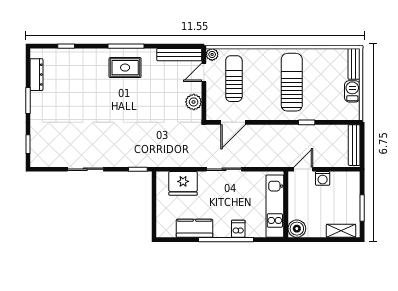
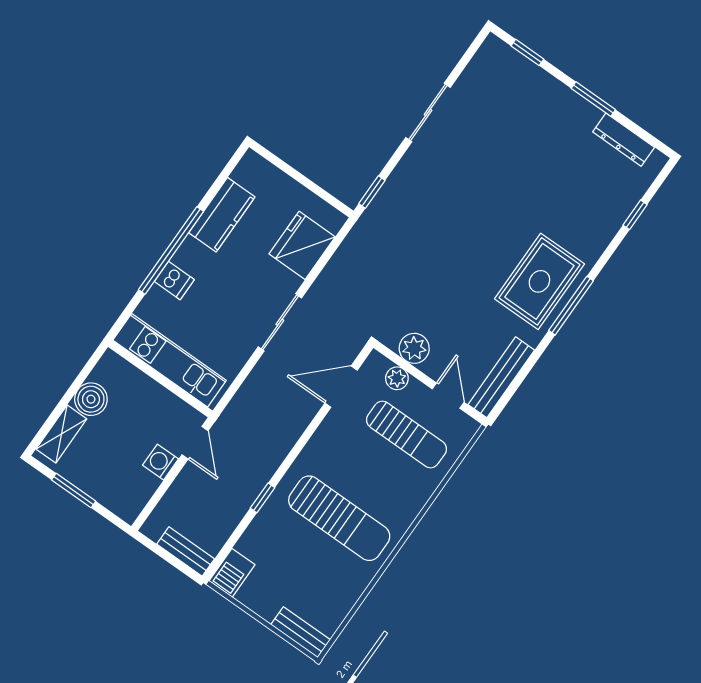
plant: (212, 54) -> (397, 378), moved
rug: (125, 68) -> (539, 281), width x1.36, depth x1.43
barbecue: (352, 91) -> (232, 573), moved, turned 90
door: (233, 122) -> (341, 387), hinge flipped
bench: (354, 145) -> (186, 551), width x0.73
boiler: (297, 229) -> (91, 399), moved

